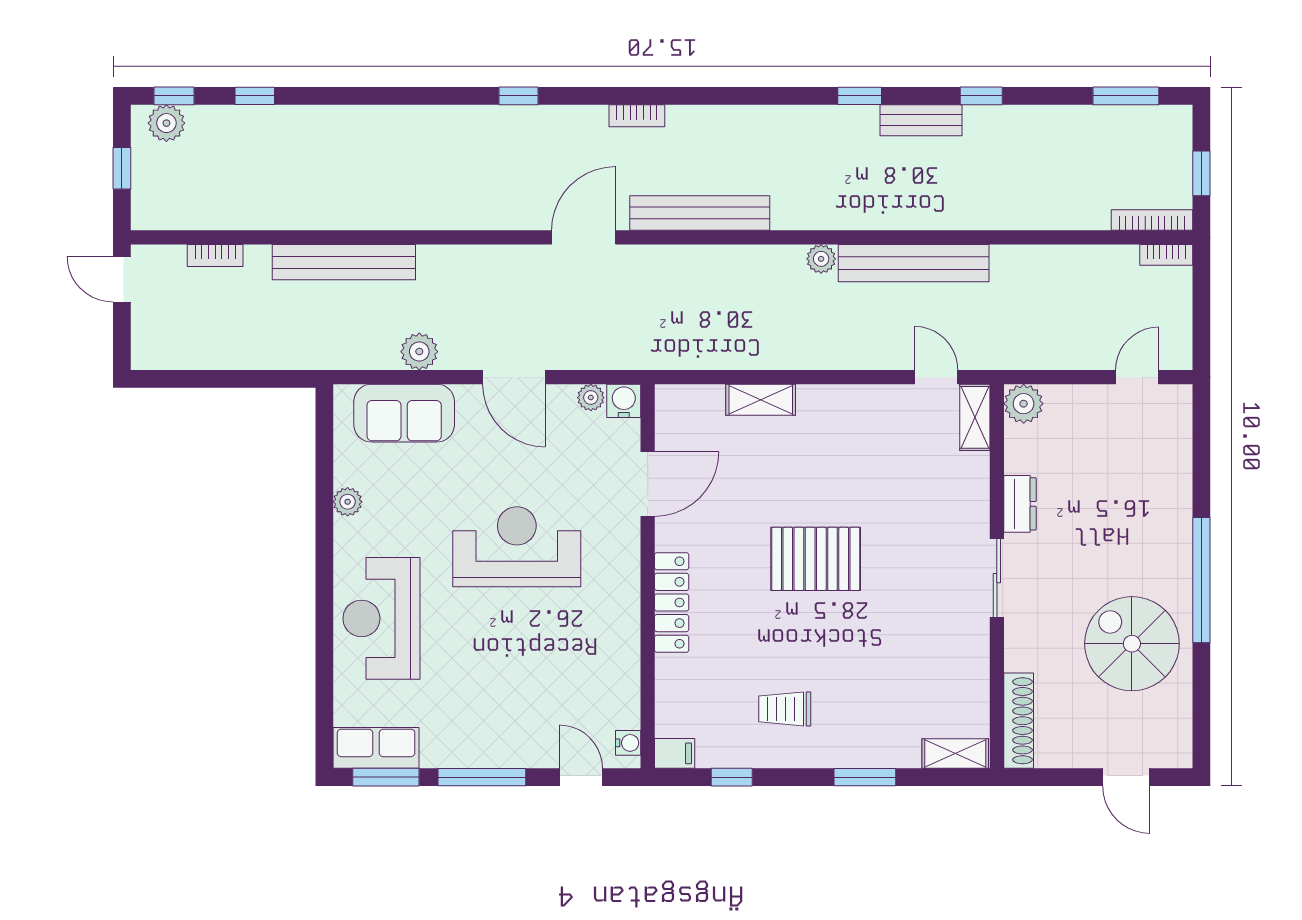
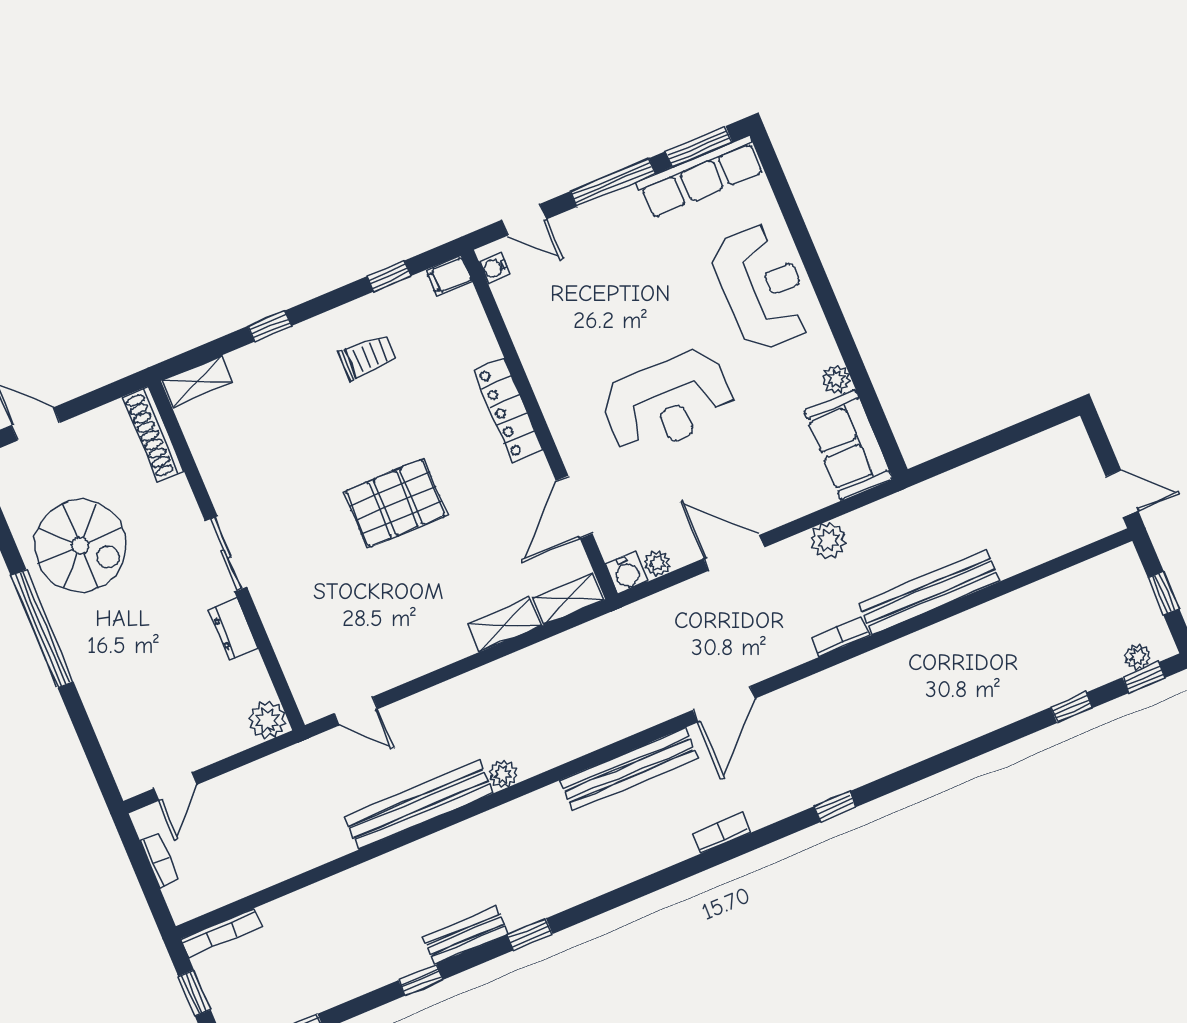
plant: (166, 123) -> (1138, 657), width x0.73, depth x0.73
bookcase: (215, 255) -> (840, 636), moved
bookcase: (1166, 255) -> (159, 861), moved, turned 90
sofa: (404, 413) -> (848, 445), moved, turned -90
shelving: (975, 417) -> (568, 599), moved, turned 90
row of seats: (376, 748) -> (700, 177), width x1.48
window: (865, 777) -> (270, 326), width x0.67

